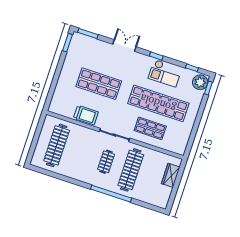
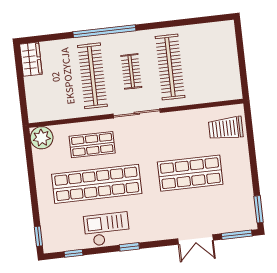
double door: (124, 46) -> (195, 239), moved
plant: (200, 82) -> (42, 138), moved
trolley: (86, 115) -> (226, 128), moved
clothes rail: (57, 145) -> (170, 67), moved
wardrobe: (171, 175) -> (31, 59), moved

